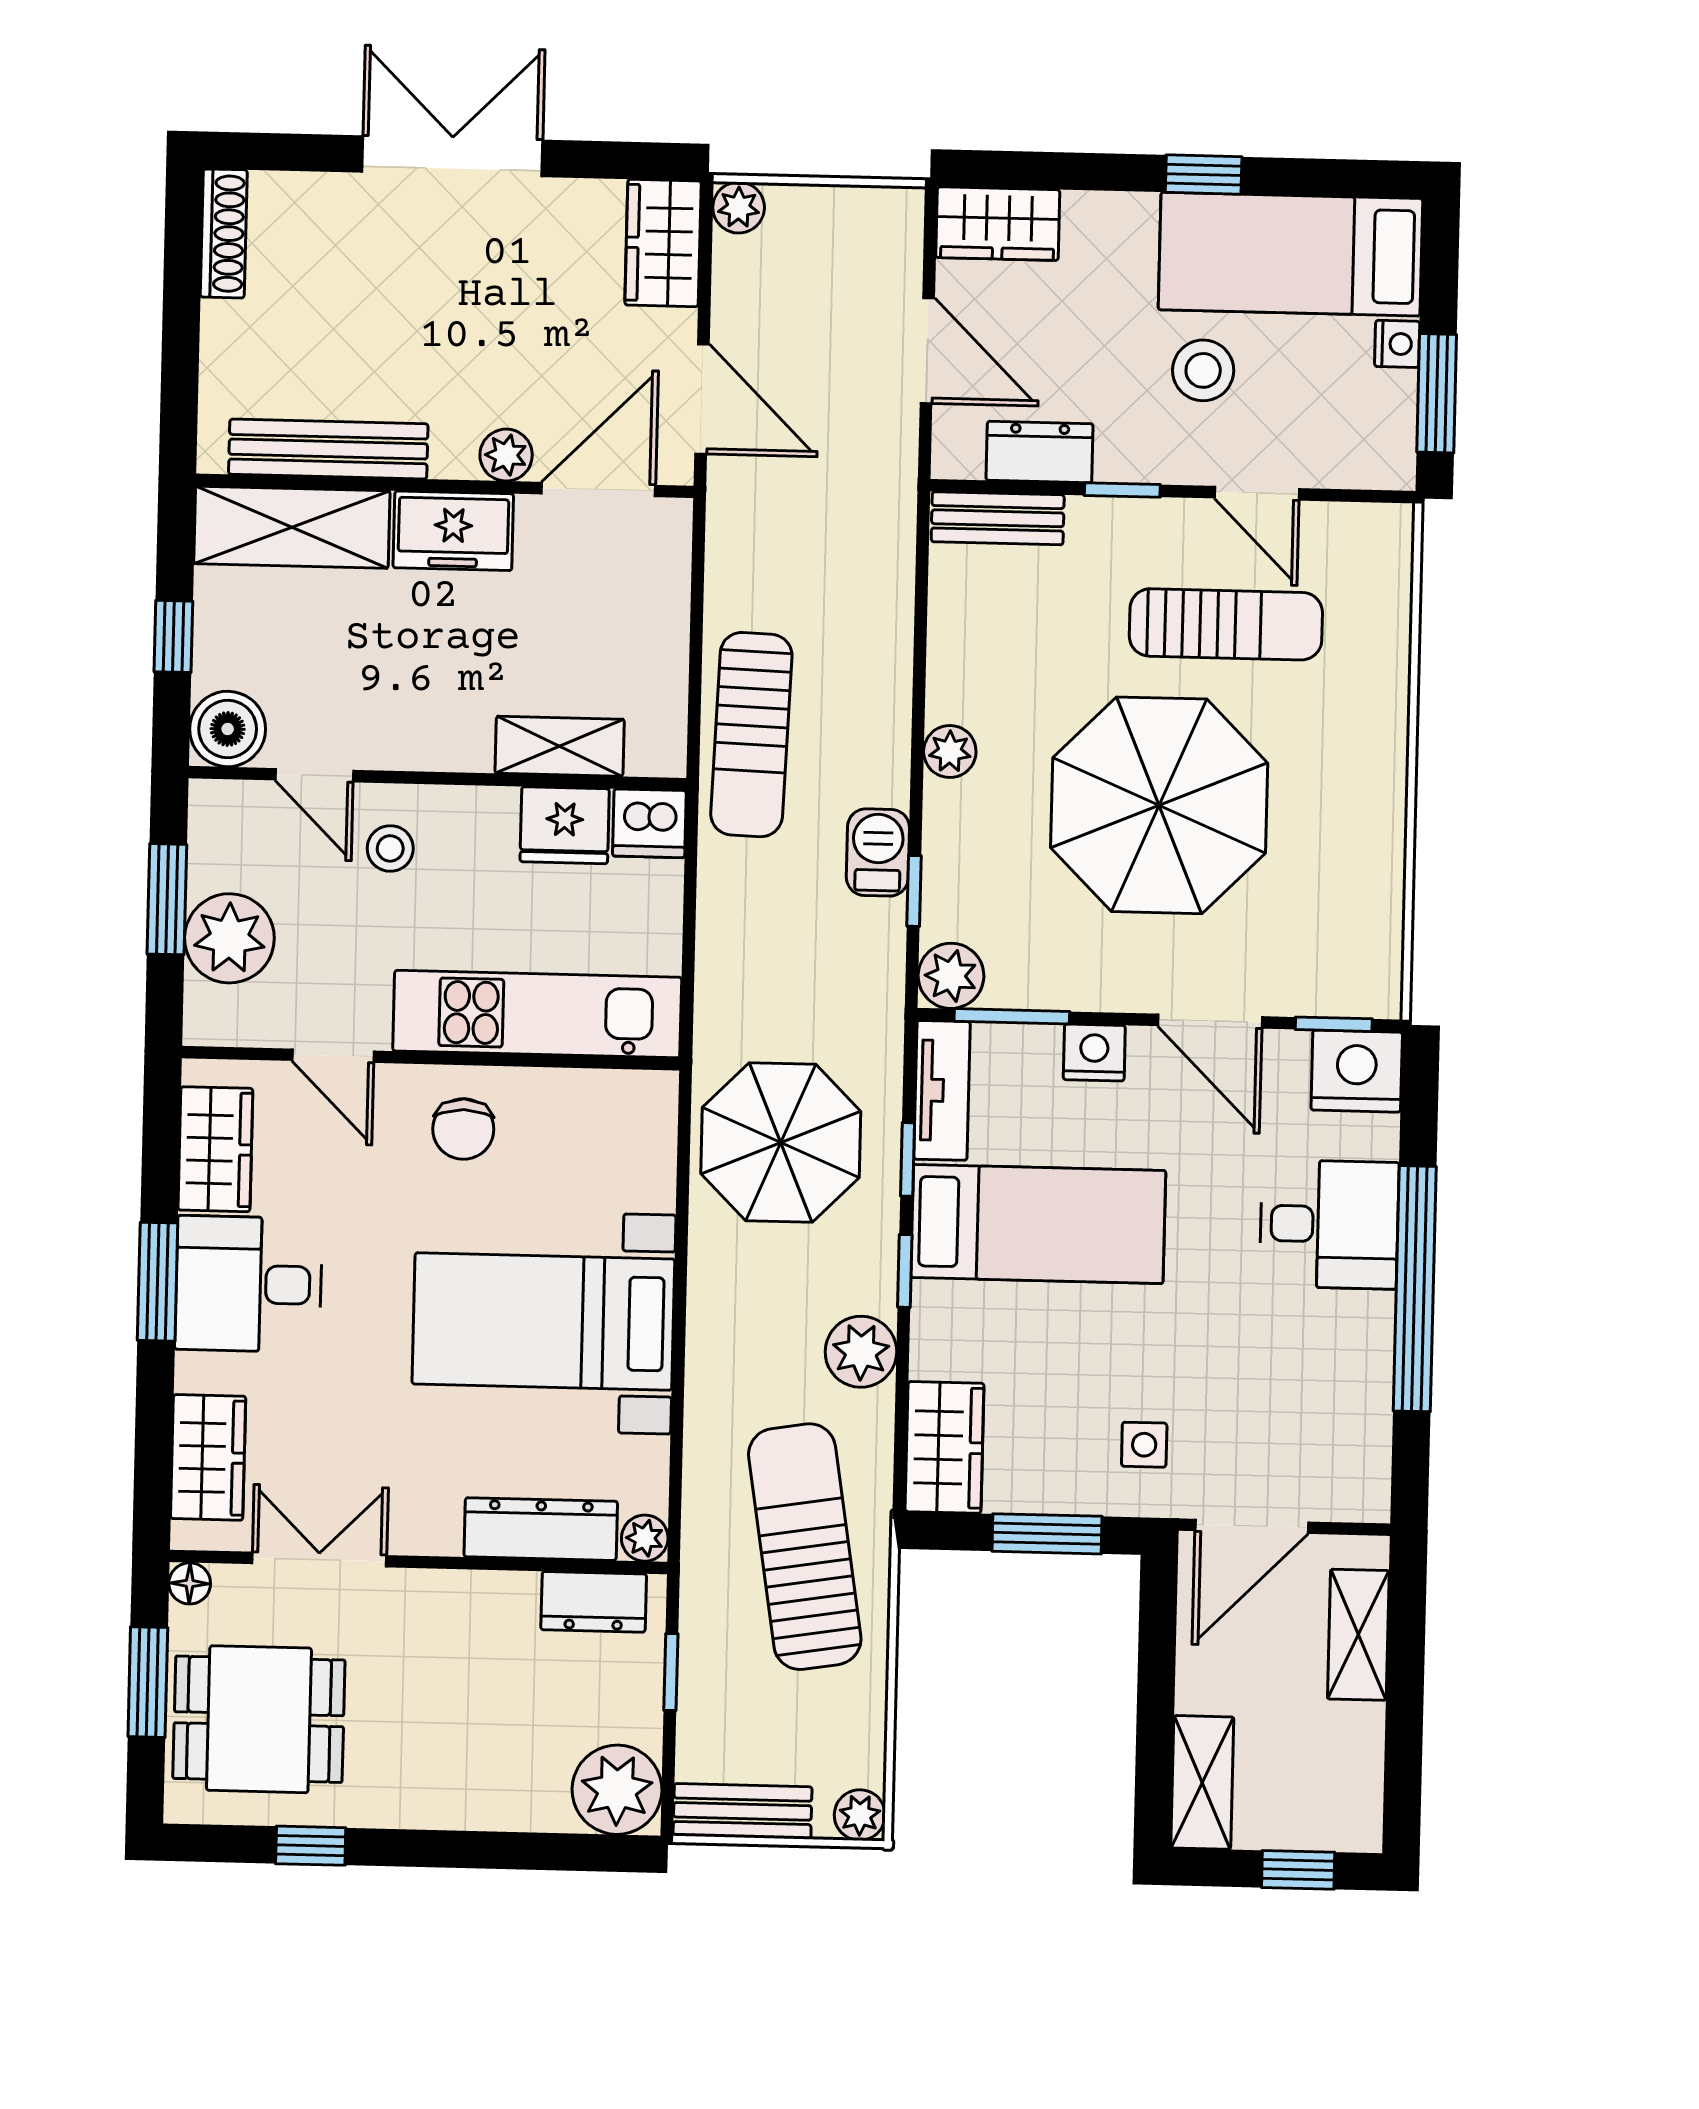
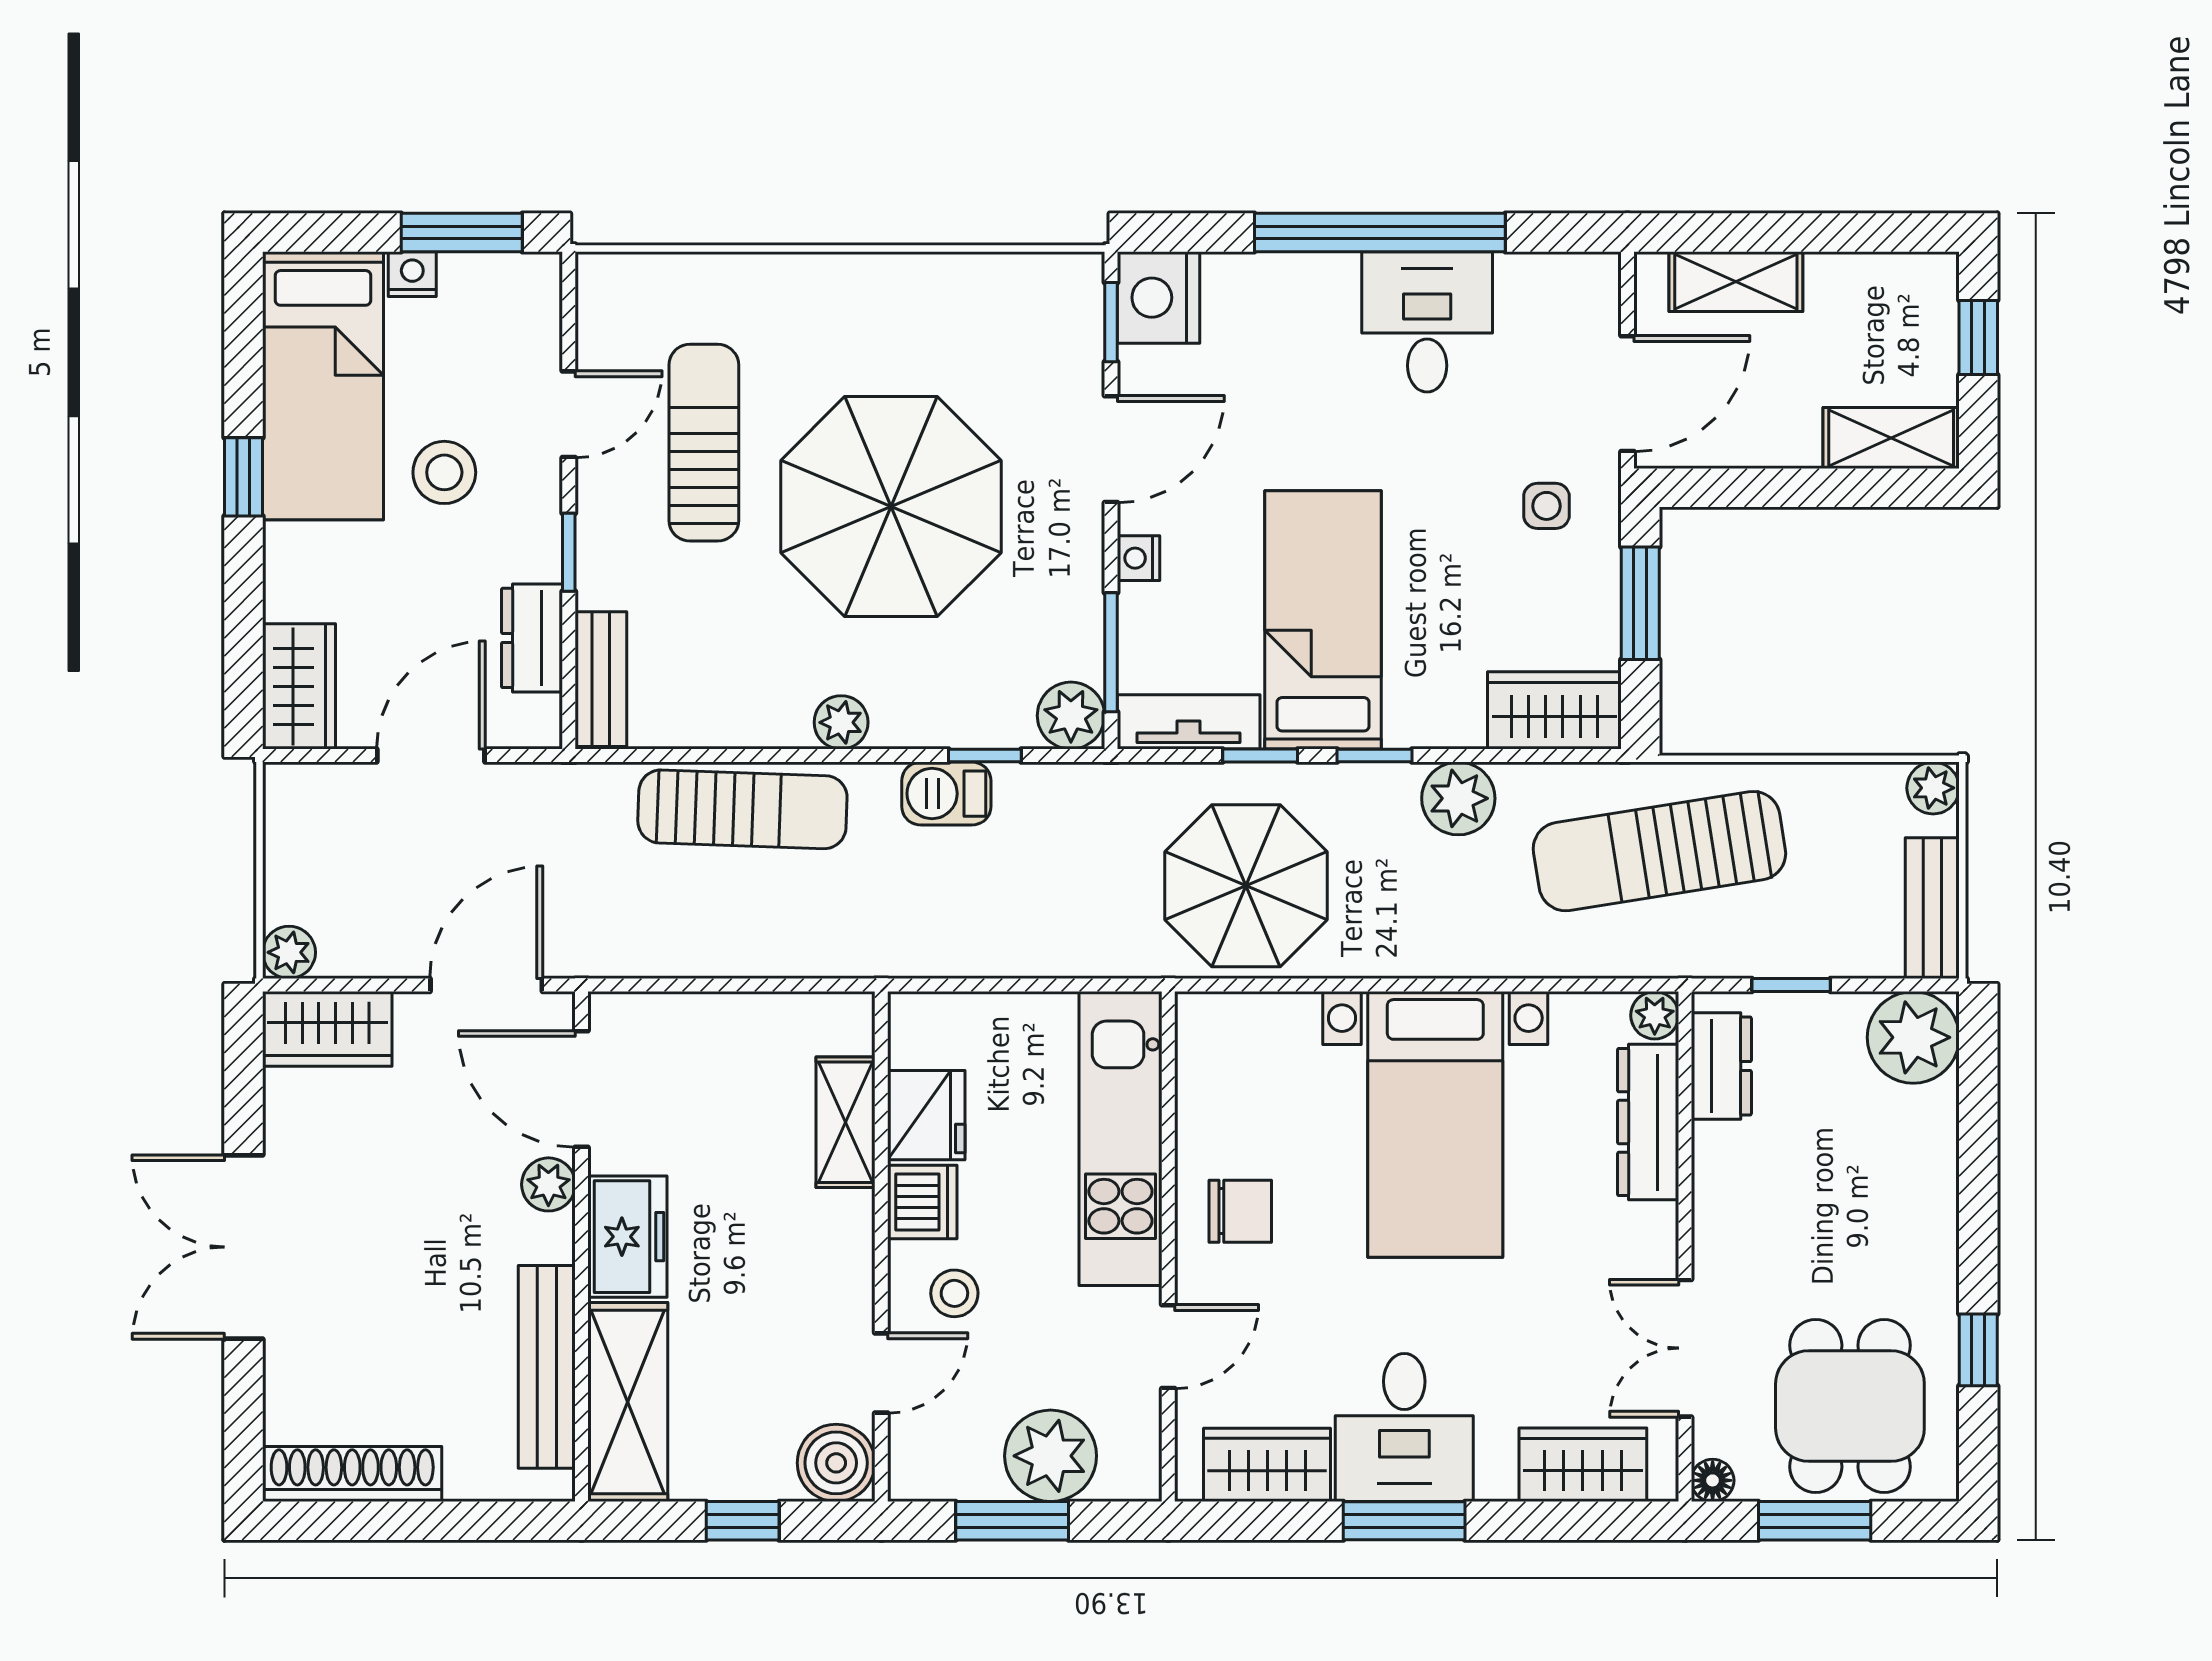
shoe rack: (224, 233) -> (352, 1474), width x1.36, depth x1.24
sun lounger: (751, 735) -> (742, 809), moved
dishwasher: (649, 823) -> (922, 1202), moved
nightstand: (1094, 1053) -> (1138, 558), width x0.72, depth x0.74
desk: (1329, 1224) -> (1427, 322), moved
door: (1252, 1526) -> (1627, 394), hinge flipped

